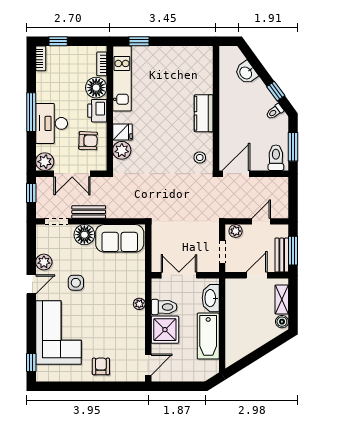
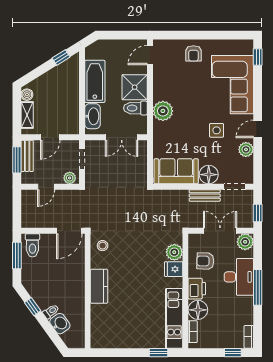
toilet: (275, 112) -> (51, 311), moved
plant: (139, 304) -> (163, 111), width x1.88, depth x1.88
window: (245, 362) -> (61, 58), added

